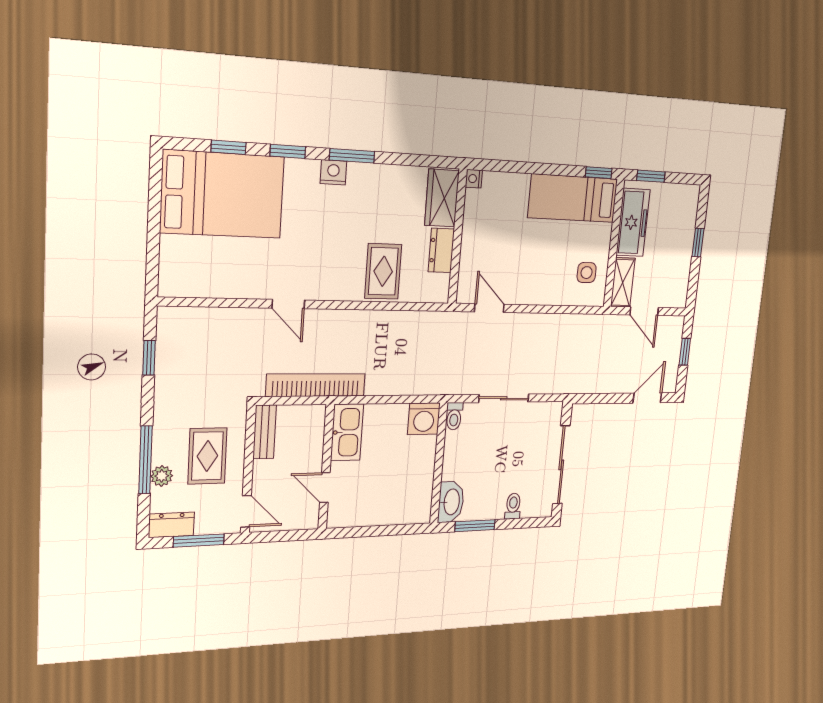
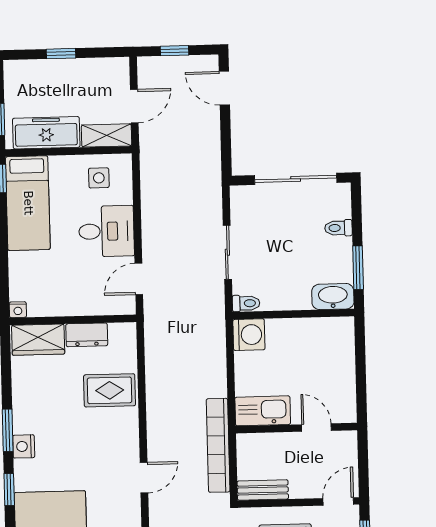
desk: (537, 277) -> (106, 231), added
door: (325, 488) -> (316, 428), swing flipped

